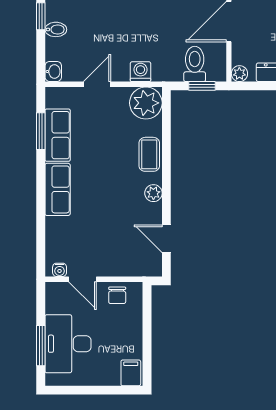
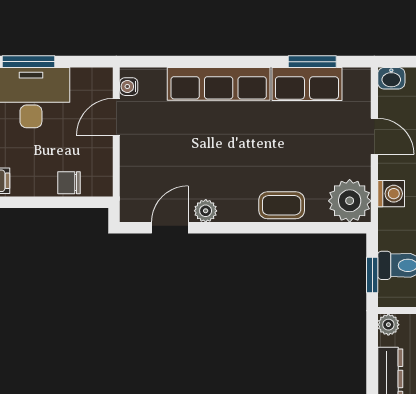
row of seats: (58, 189) -> (219, 84), width x1.48
plant: (153, 193) -> (206, 211), moved
chair: (117, 295) -> (69, 183), moved

